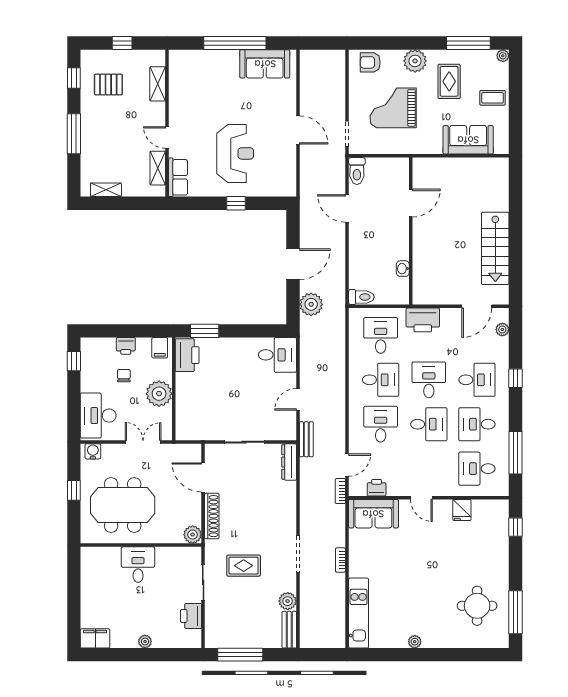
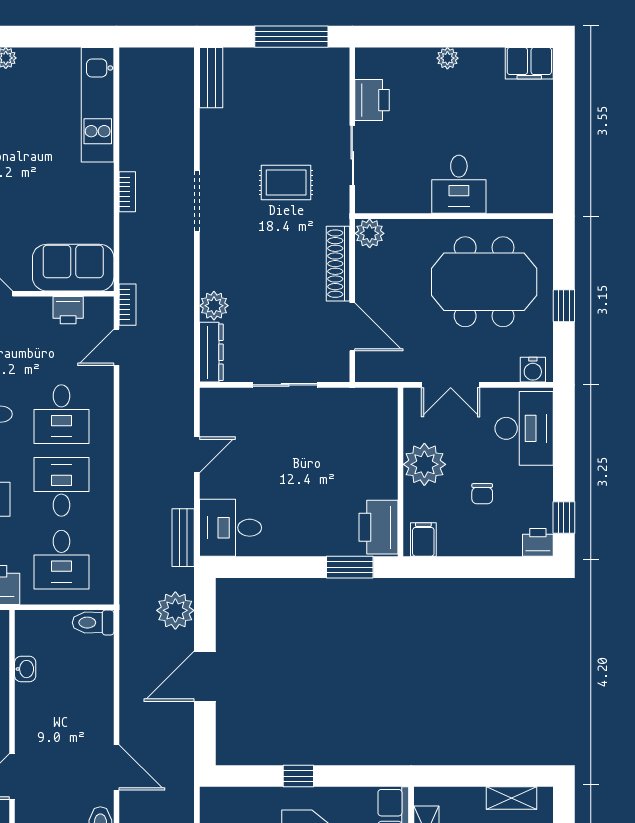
printer: (126, 346) -> (538, 542), moved
desk: (381, 380) -> (61, 487), turned 90
bench: (306, 439) -> (183, 538), moved
plant: (288, 601) -> (214, 306), moved

